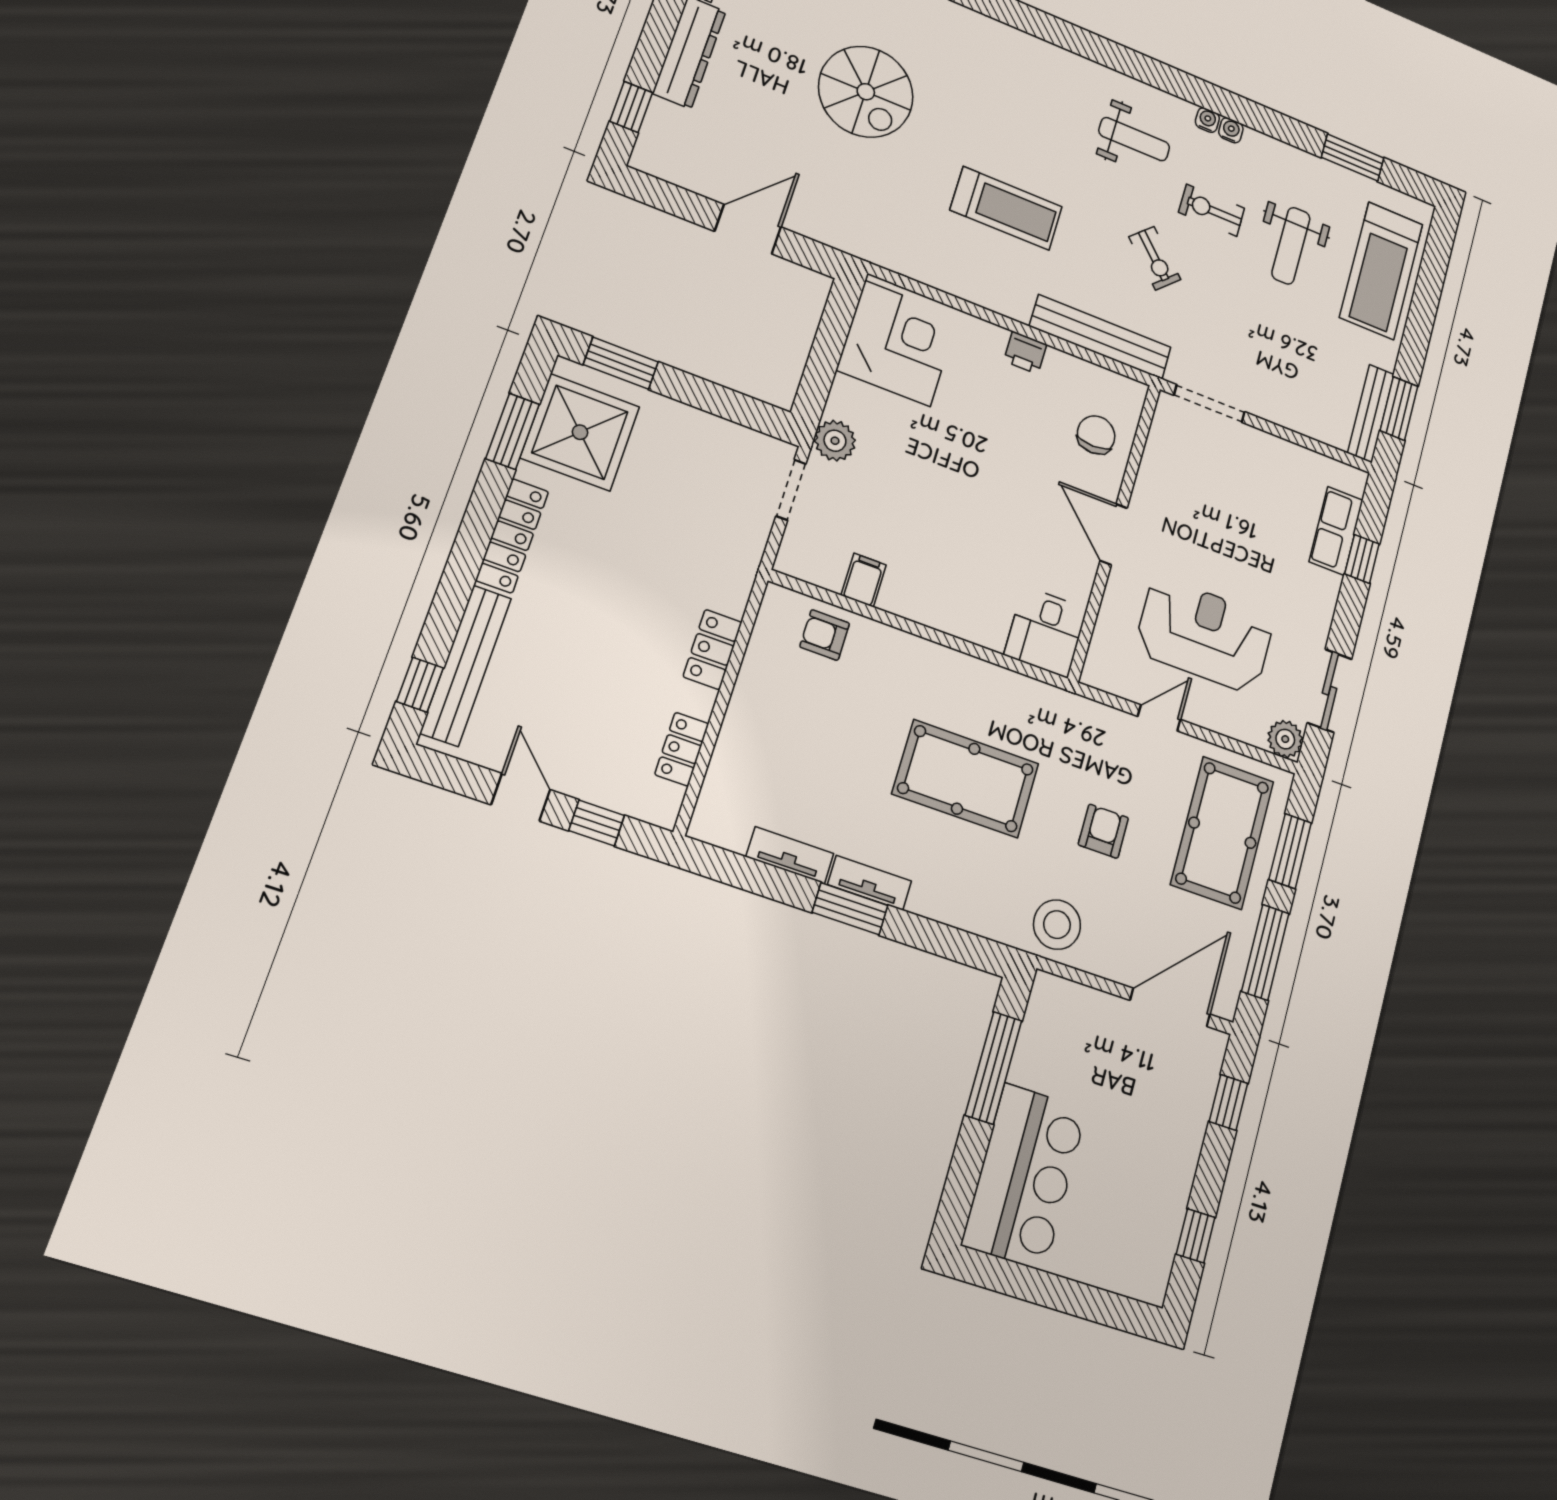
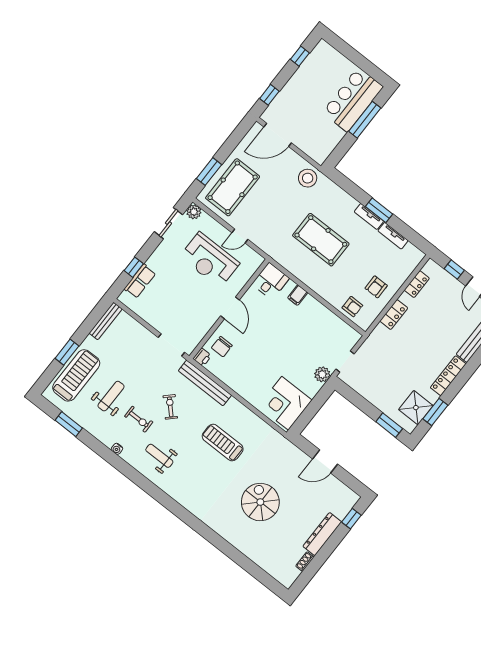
water cooler: (1207, 120) -> (125, 455), removed
printer: (1025, 353) -> (202, 357), moved, turned 90
window: (1399, 408) -> (67, 352), moved
shower: (580, 432) -> (416, 408), width x0.73, depth x0.73
filing cabinet: (864, 580) -> (298, 295), moved
armchair: (1103, 831) -> (376, 287), moved
window: (1265, 952) -> (234, 140), removed
window: (993, 1068) -> (365, 120), moved

